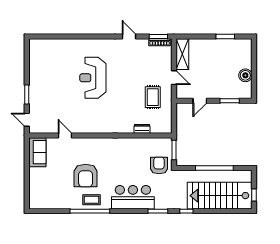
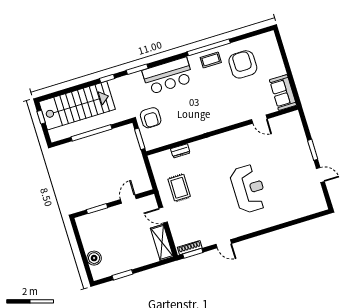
boiler: (245, 75) -> (94, 258), moved
door: (27, 120) -> (320, 175), moved
armchair: (86, 176) -> (243, 64), moved

